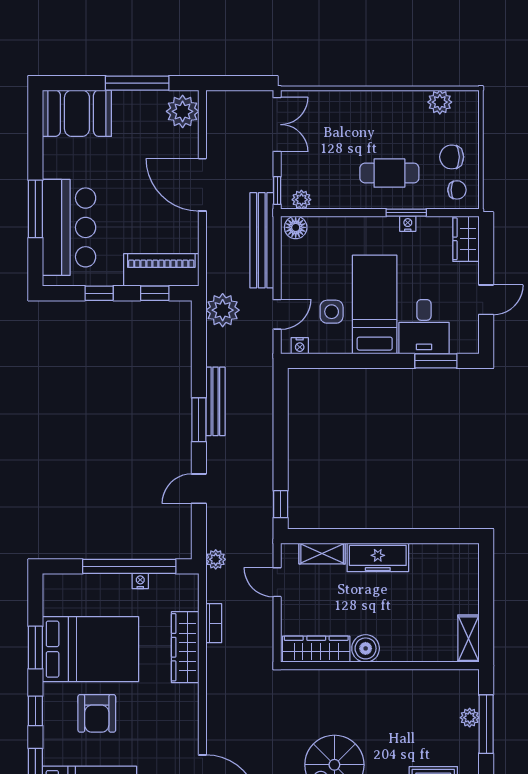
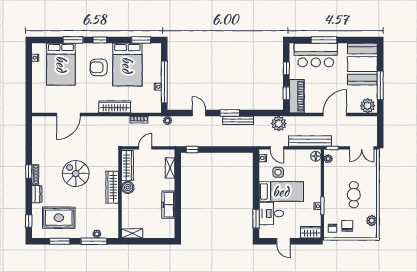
booth: (77, 113) -> (362, 64), width x1.36, depth x1.42
cafe table: (389, 173) -> (354, 195), moved
freezer: (378, 557) -> (168, 205), moved
door: (277, 582) -> (145, 148), moved
window: (35, 647) -> (141, 40), moved
wardrobe: (185, 647) -> (115, 107), moved
wardrobe: (365, 683) -> (112, 187), added

